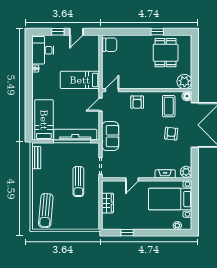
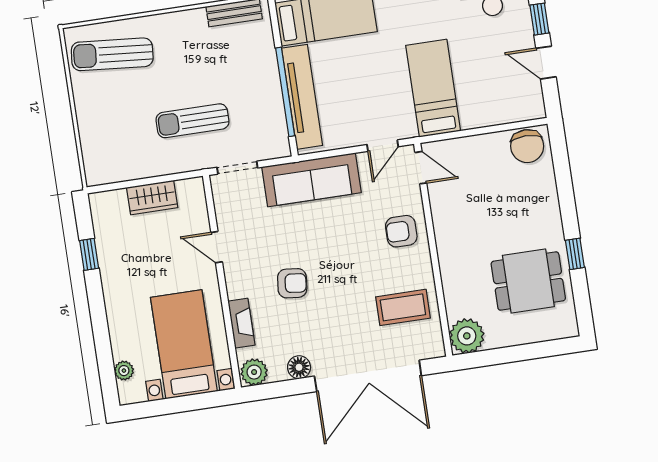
floor lamp: (187, 96) -> (299, 367), moved
door: (101, 104) -> (383, 146), swing flipped
armchair: (171, 134) -> (292, 283), moved
sofa: (110, 136) -> (311, 180), width x1.36

